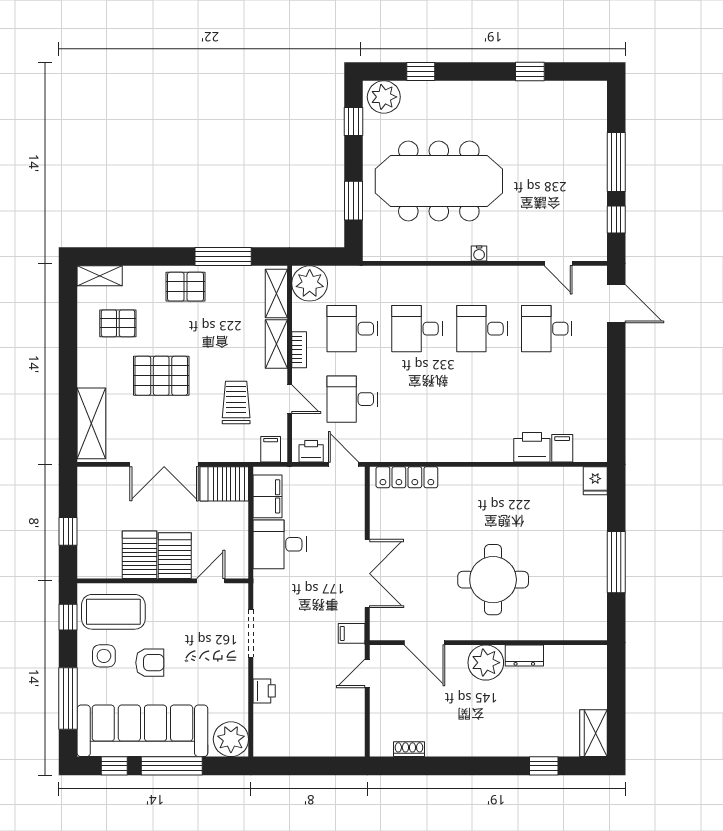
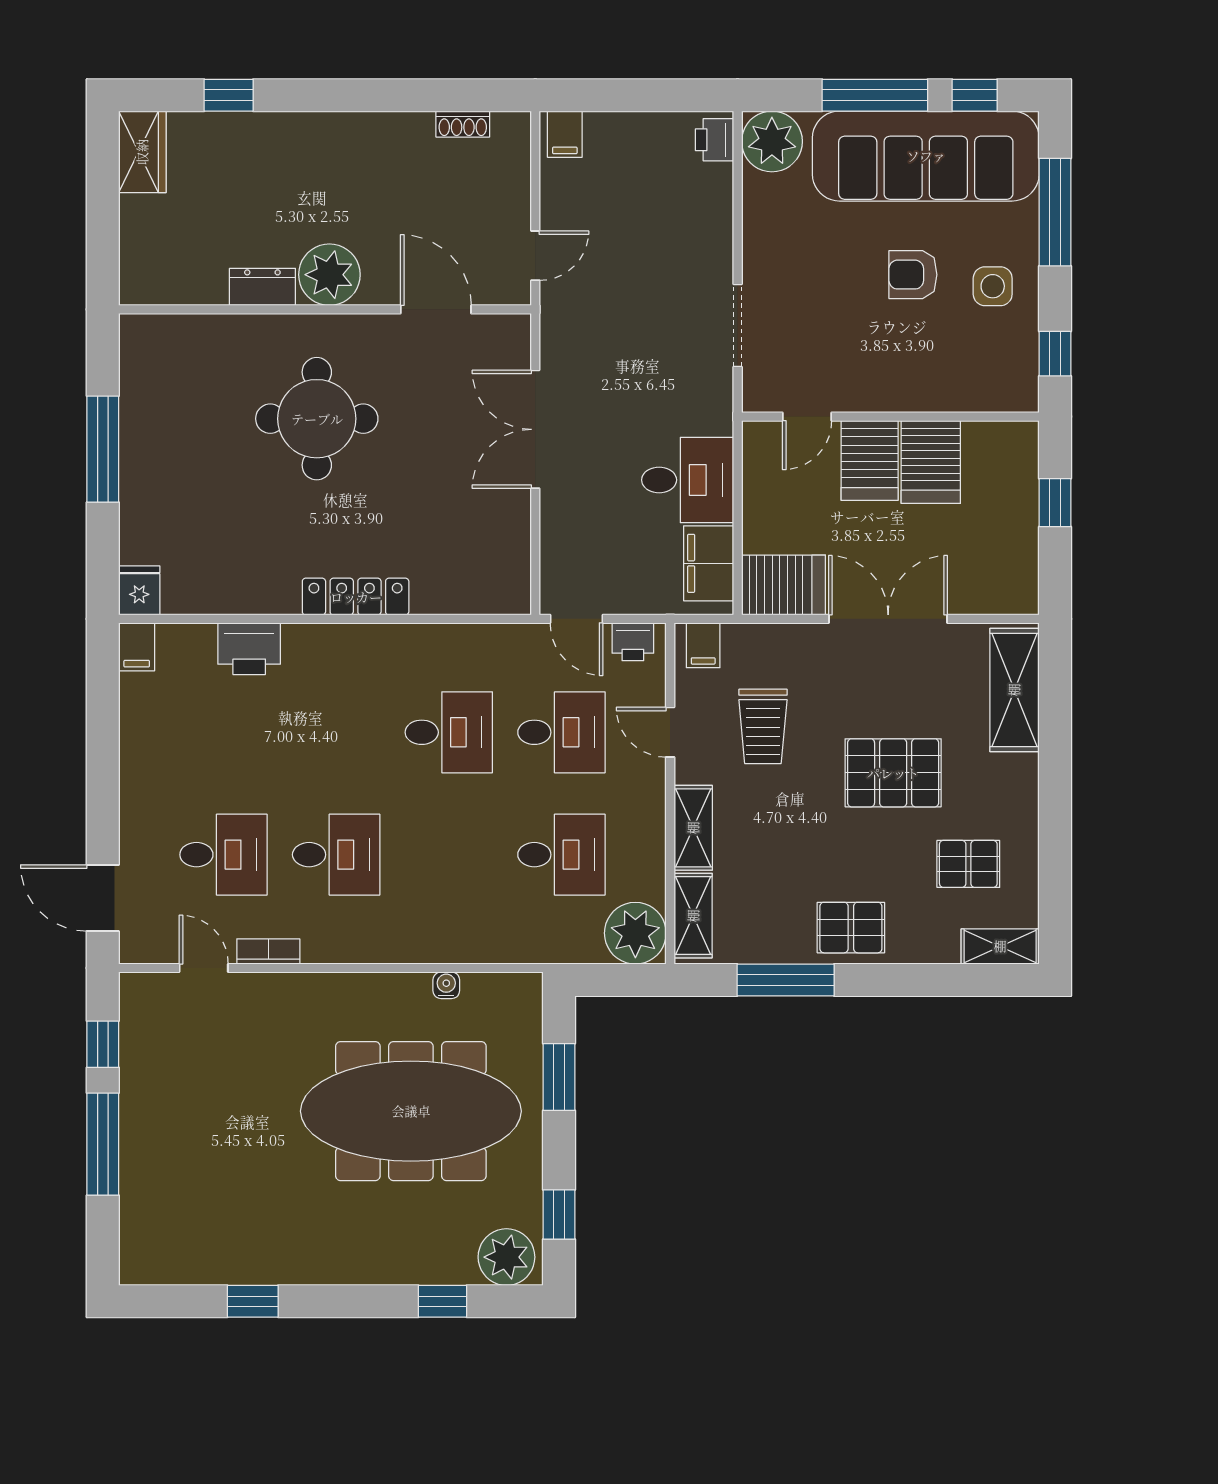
water cooler: (479, 253) -> (446, 985), moved
desk: (417, 329) -> (449, 732), moved
bookcase: (299, 350) -> (268, 951), moved, turned 90
filing cabinet: (562, 448) -> (137, 647), moved
locker: (407, 477) -> (356, 597), moved
coffee table: (113, 612) -> (976, 363), removed
filing cabinet: (352, 633) -> (565, 134), moved, turned 90
printer: (264, 691) -> (715, 140), moved

